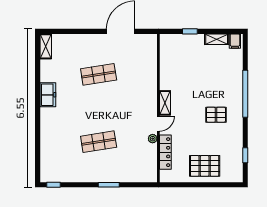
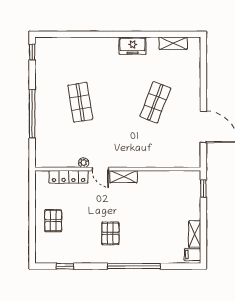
window: (190, 31) -> (203, 188), moved
shelving: (46, 46) -> (173, 43), moved
shop shelf: (99, 74) -> (155, 102), turned 30
pallet: (205, 166) -> (53, 221), width x0.67, depth x0.71
window: (109, 185) -> (32, 114), width x2.11

